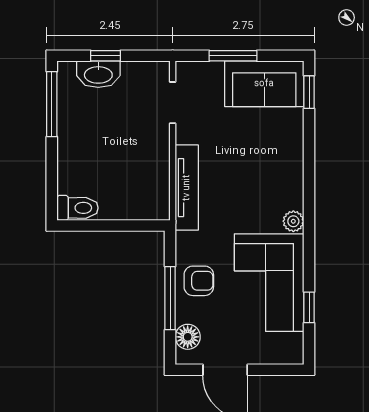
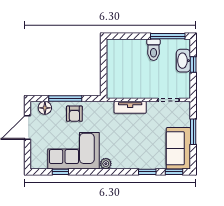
window: (309, 143) -> (147, 172), added
tv unit: (187, 188) -> (130, 107), width x0.71
toilet: (78, 208) -> (154, 50), moved

